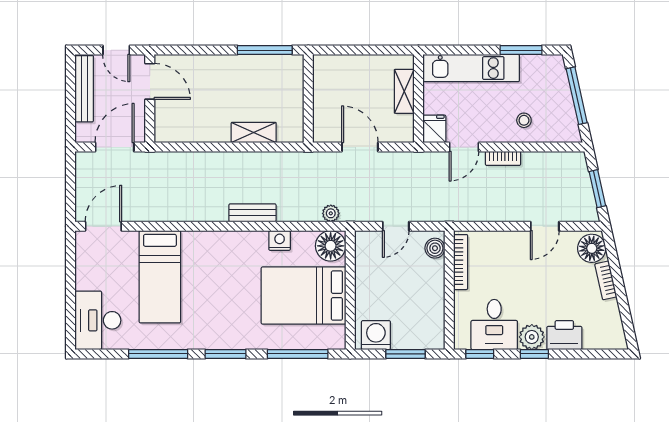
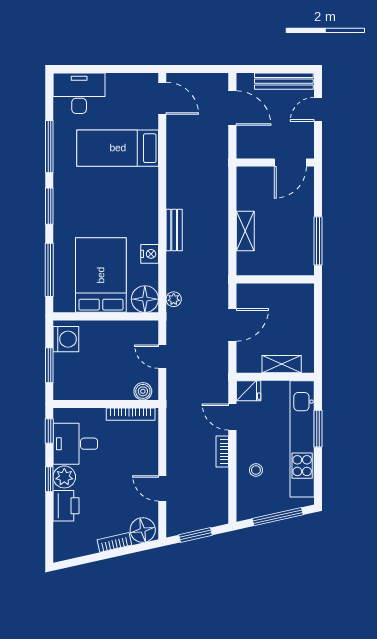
window: (521, 50) -> (318, 429), moved
kitchen unit: (471, 68) -> (302, 439), width x1.36
door: (150, 81) -> (290, 163), moved
wall: (150, 98) -> (275, 163), moved

